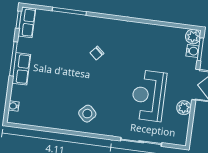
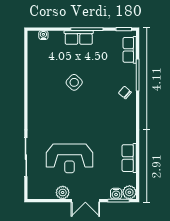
row of seats: (27, 22) -> (130, 50), moved, turned 90
row of seats: (157, 32) -> (129, 158), added
chair: (97, 53) -> (125, 93), moved
reception desk: (149, 96) -> (69, 158), turned 180
side table: (87, 114) -> (74, 82), moved

